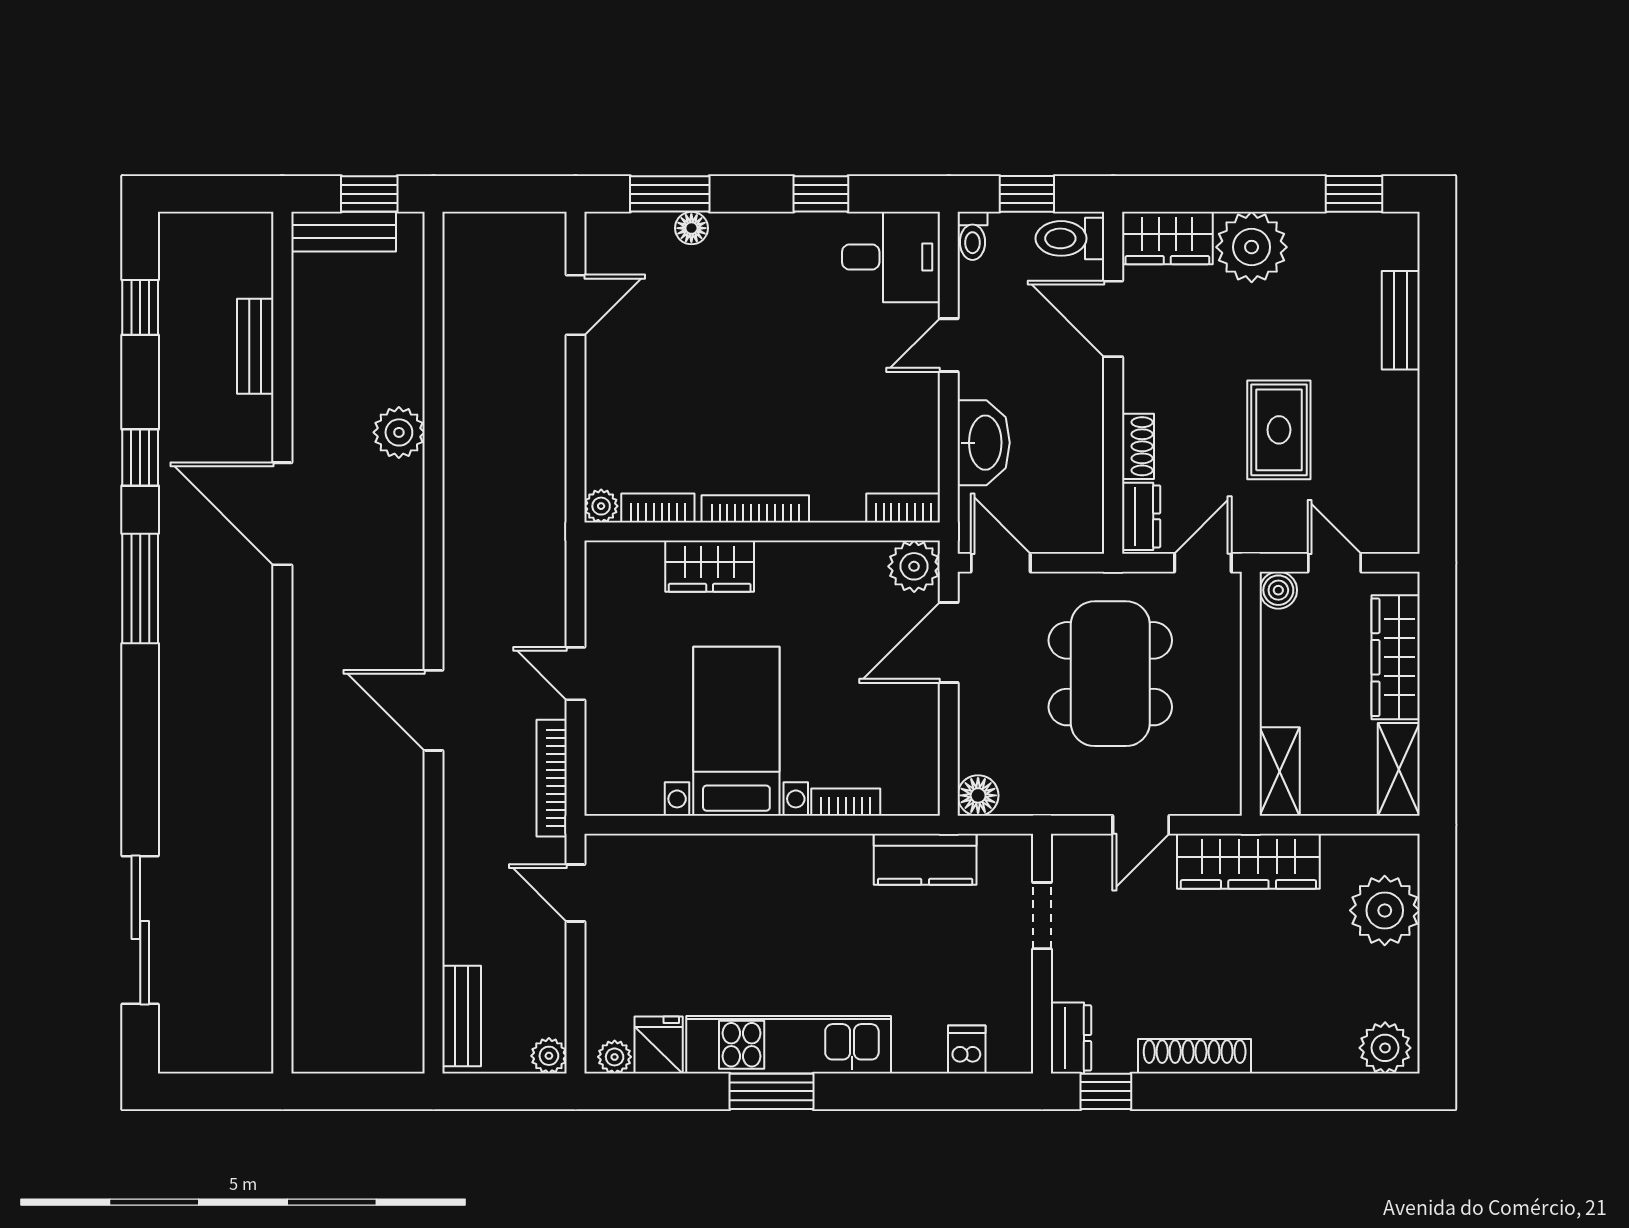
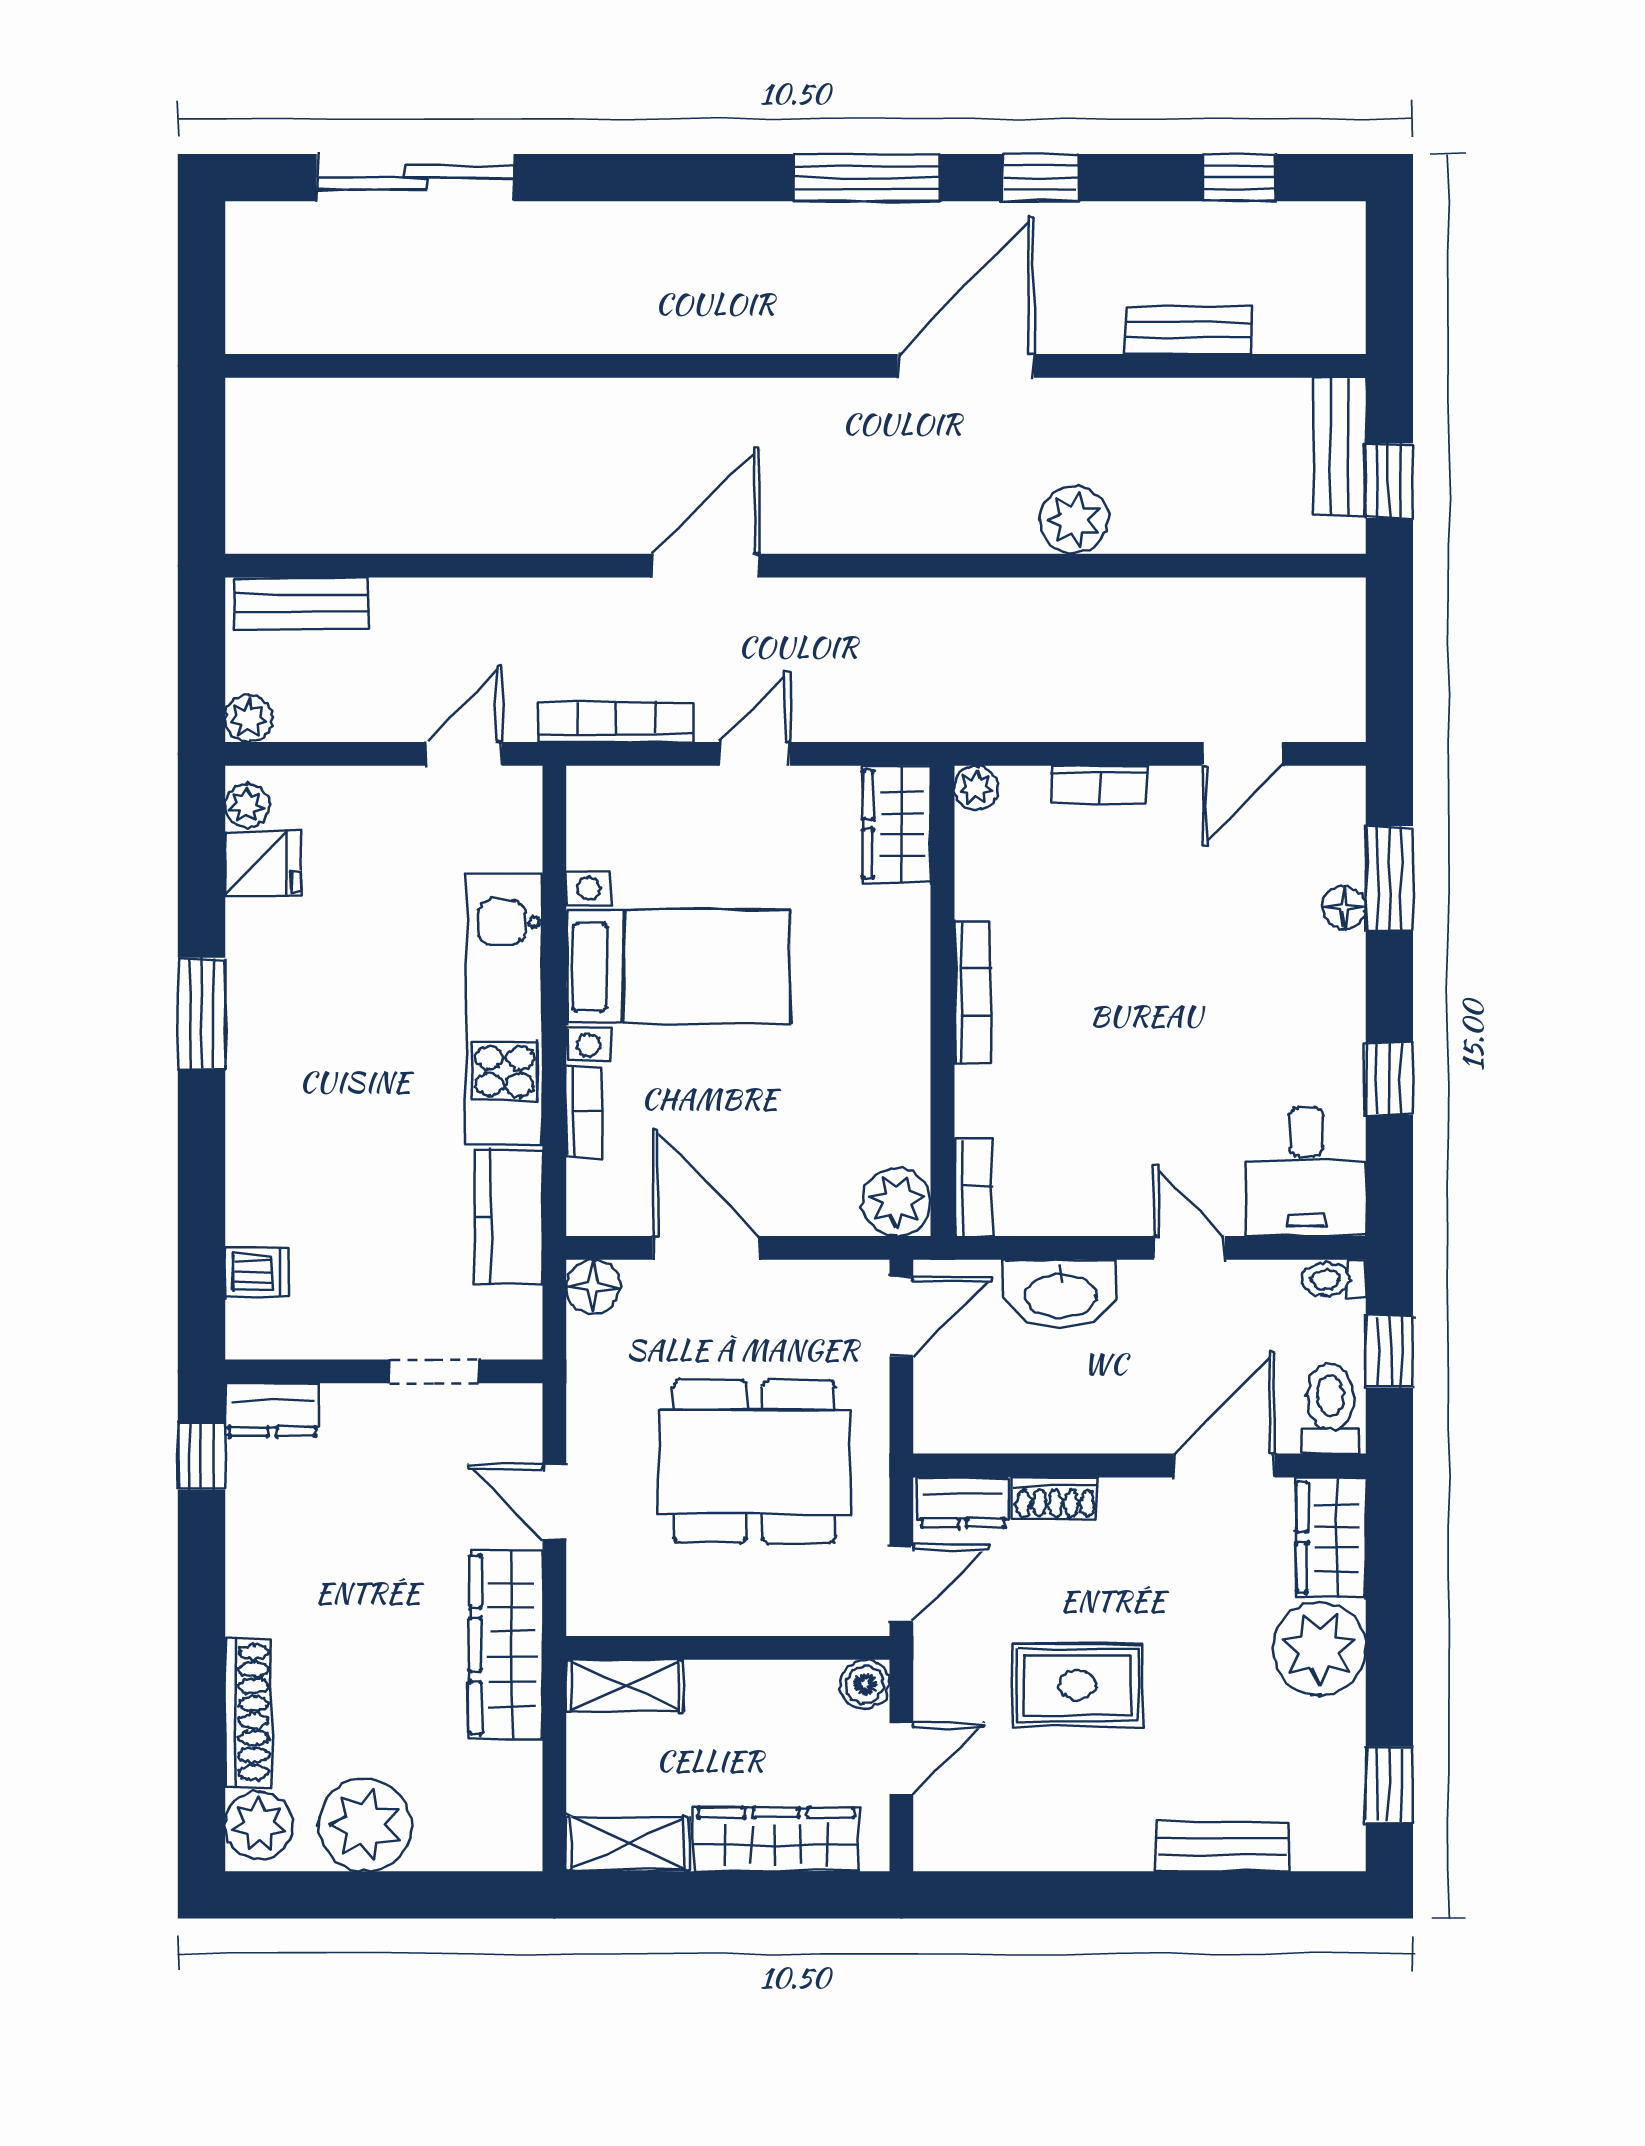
door: (576, 305) -> (1242, 754), hinge flipped
bookcase: (658, 508) -> (1099, 785), moved, turned 90
door: (1203, 563) -> (901, 1584), hinge flipped
wardrobe: (710, 566) -> (897, 824), moved
door: (949, 643) -> (706, 1248), moved
plant: (1385, 910) -> (365, 1825), moved
kitchen unit: (789, 1045) -> (504, 1009), moved, turned 180
shoe rack: (1195, 1056) -> (248, 1712), moved

